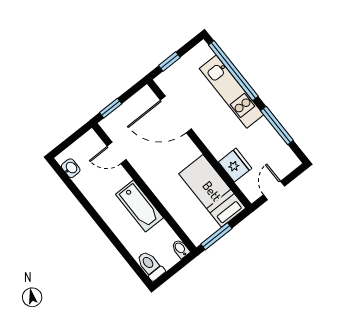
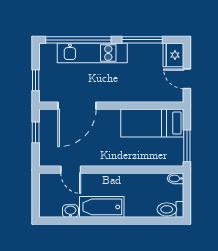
window: (111, 108) -> (36, 132), moved
door: (117, 153) -> (71, 170), hinge flipped
fridge: (235, 165) -> (173, 55), moved, turned -90
washbasin: (71, 168) -> (70, 211), moved
bathtub: (139, 206) -> (102, 207), moved, turned 180

